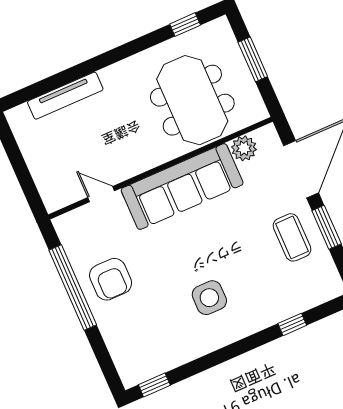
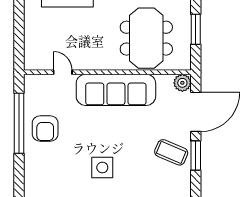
plant: (244, 148) -> (182, 83), moved
coffee table: (292, 237) -> (171, 152), turned -67

